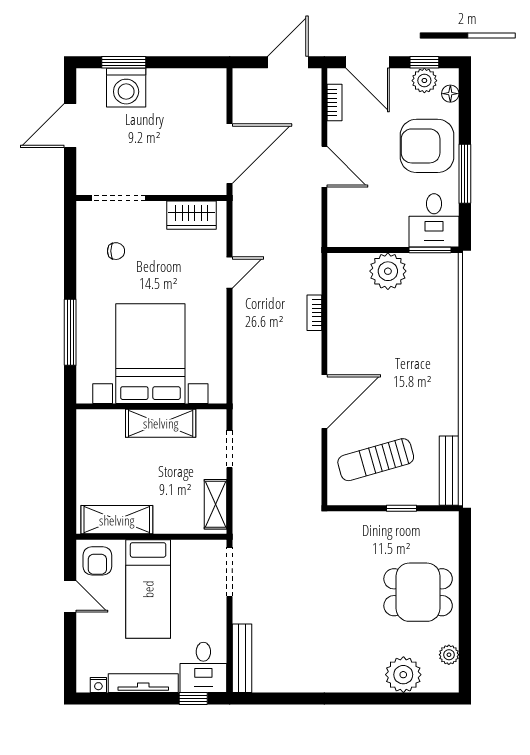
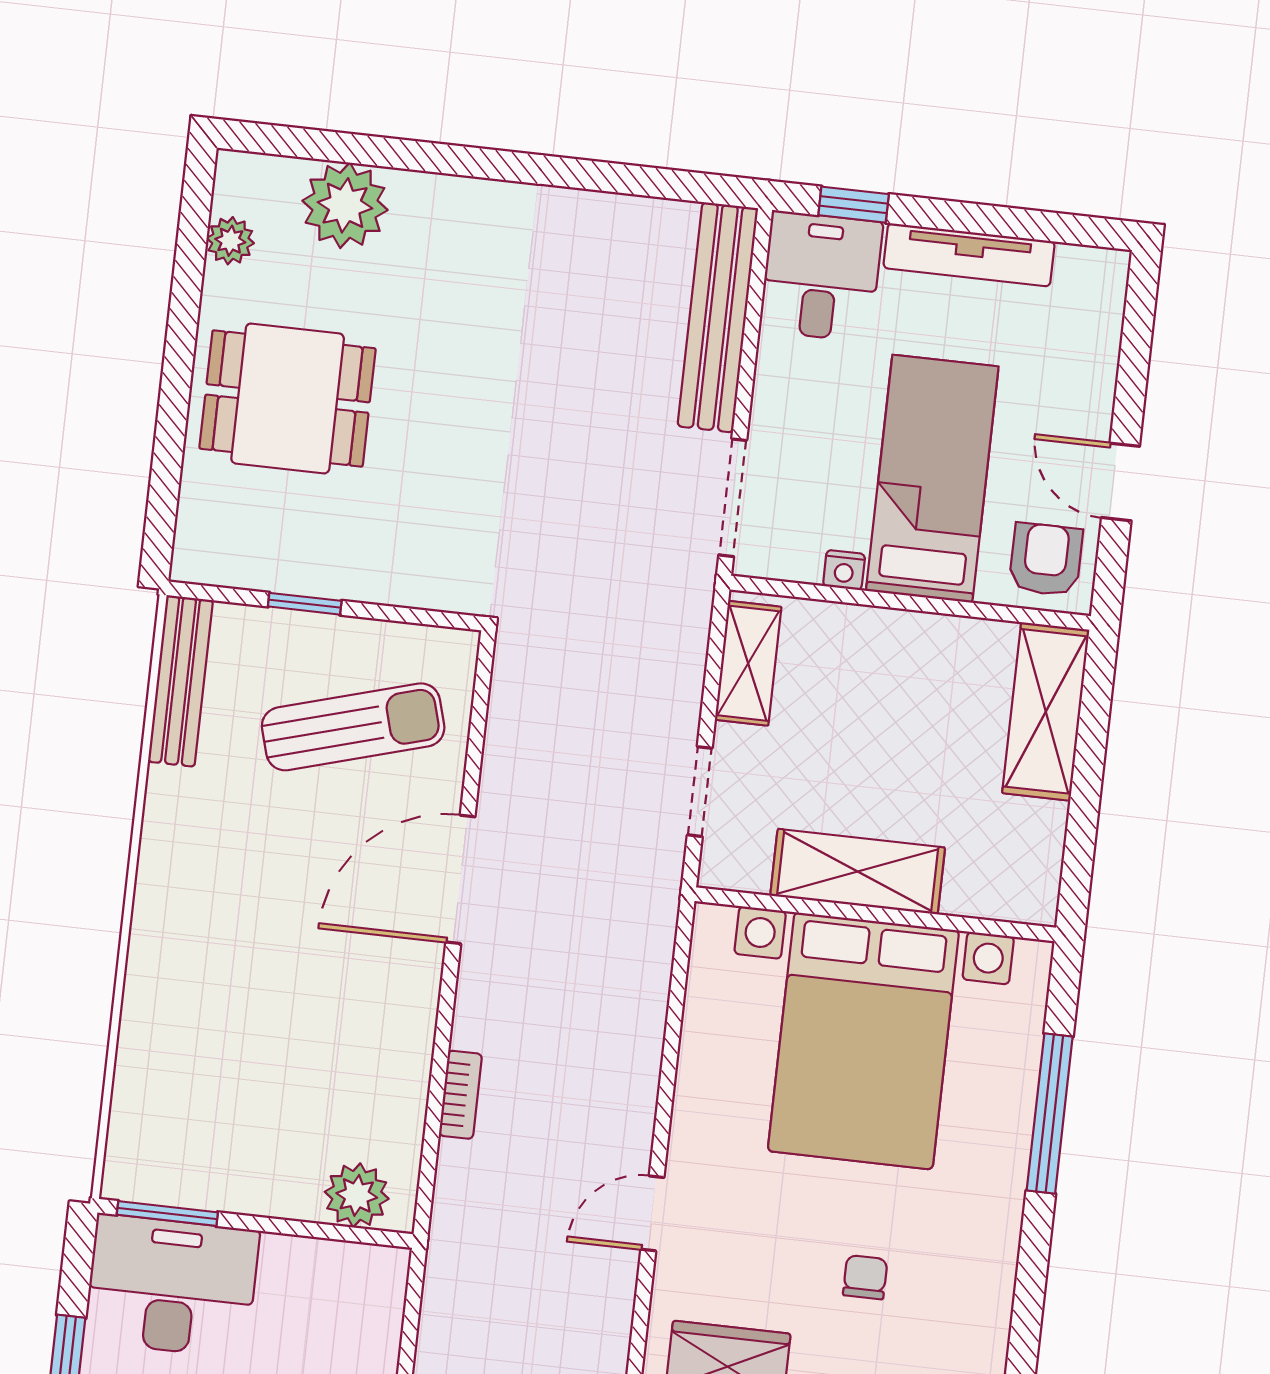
desk: (434, 220) -> (172, 1286), width x1.37
chair: (116, 251) -> (865, 1277), moved, turned 90
plant: (388, 271) -> (357, 1195), moved, width x0.73, depth x0.73
shelving: (117, 520) -> (1046, 711), moved, turned 90
bench: (242, 658) -> (718, 317), width x1.37, depth x1.21
nightstand: (98, 685) -> (844, 570), moved, turned 180

